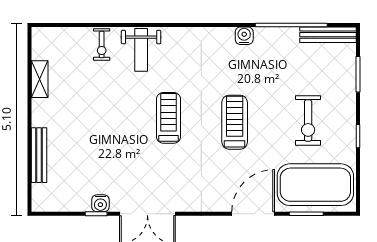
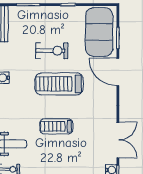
exercise bike: (308, 121) -> (52, 51), moved
treadmill: (235, 122) -> (59, 84), width x1.37, depth x1.38

